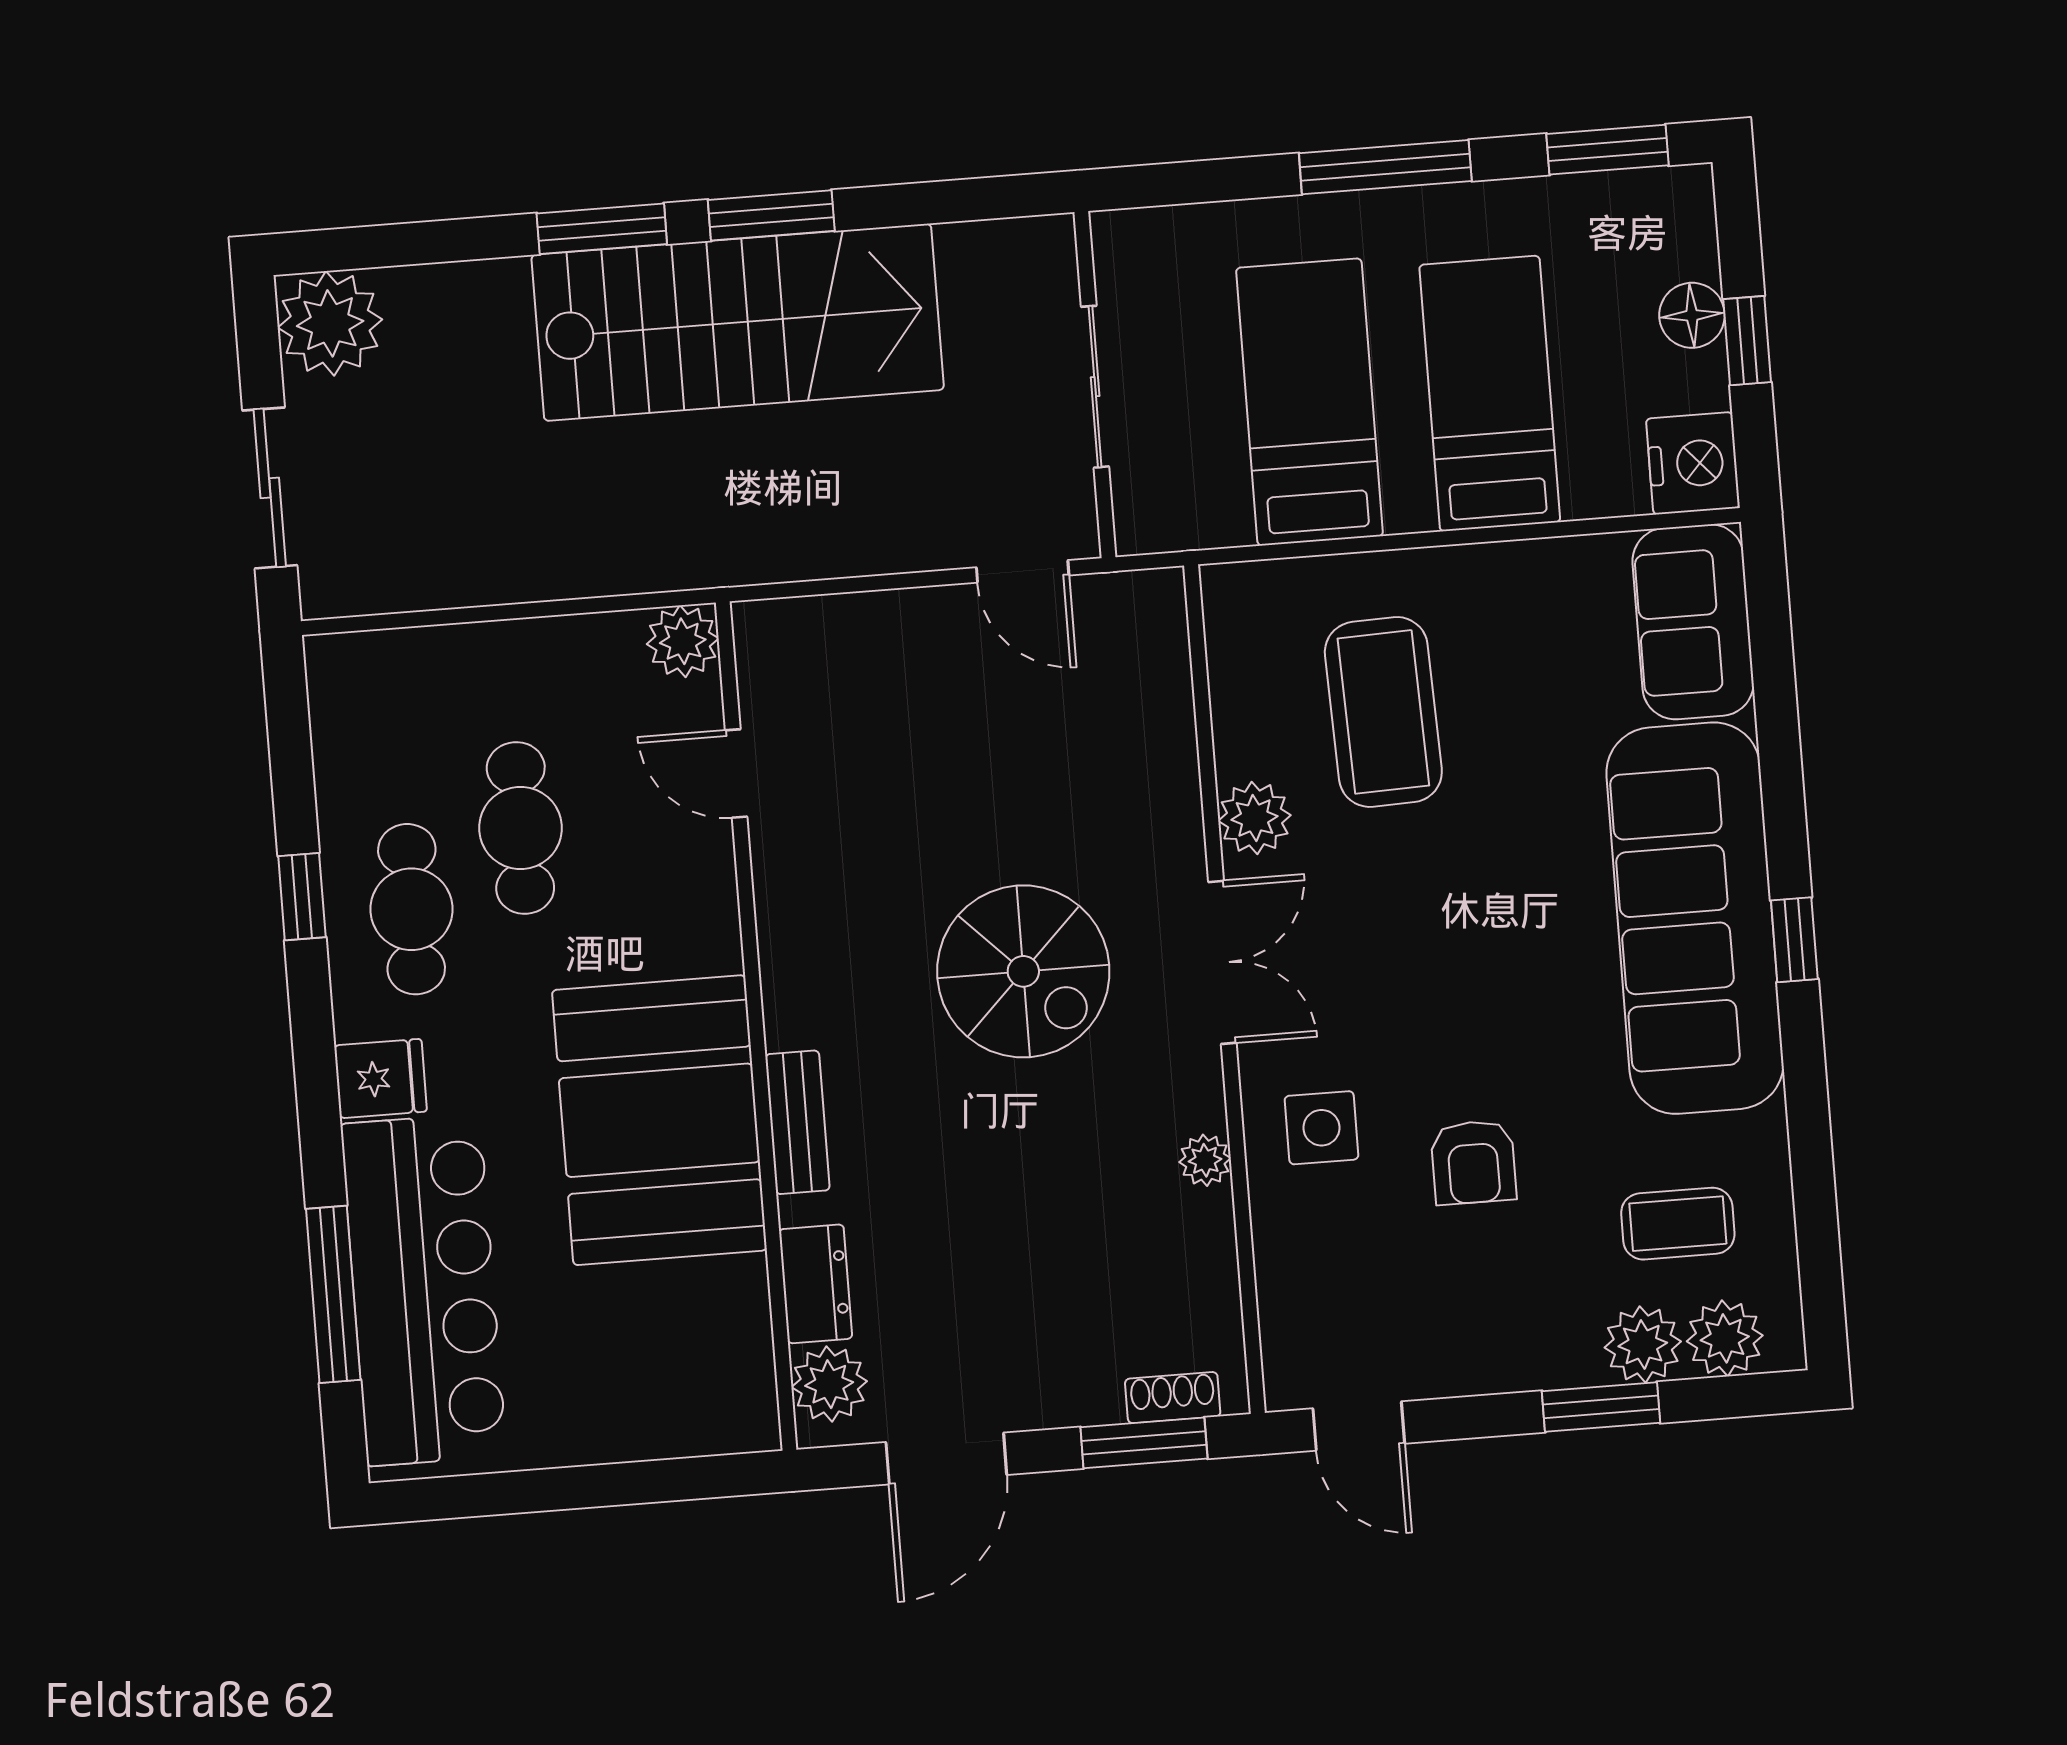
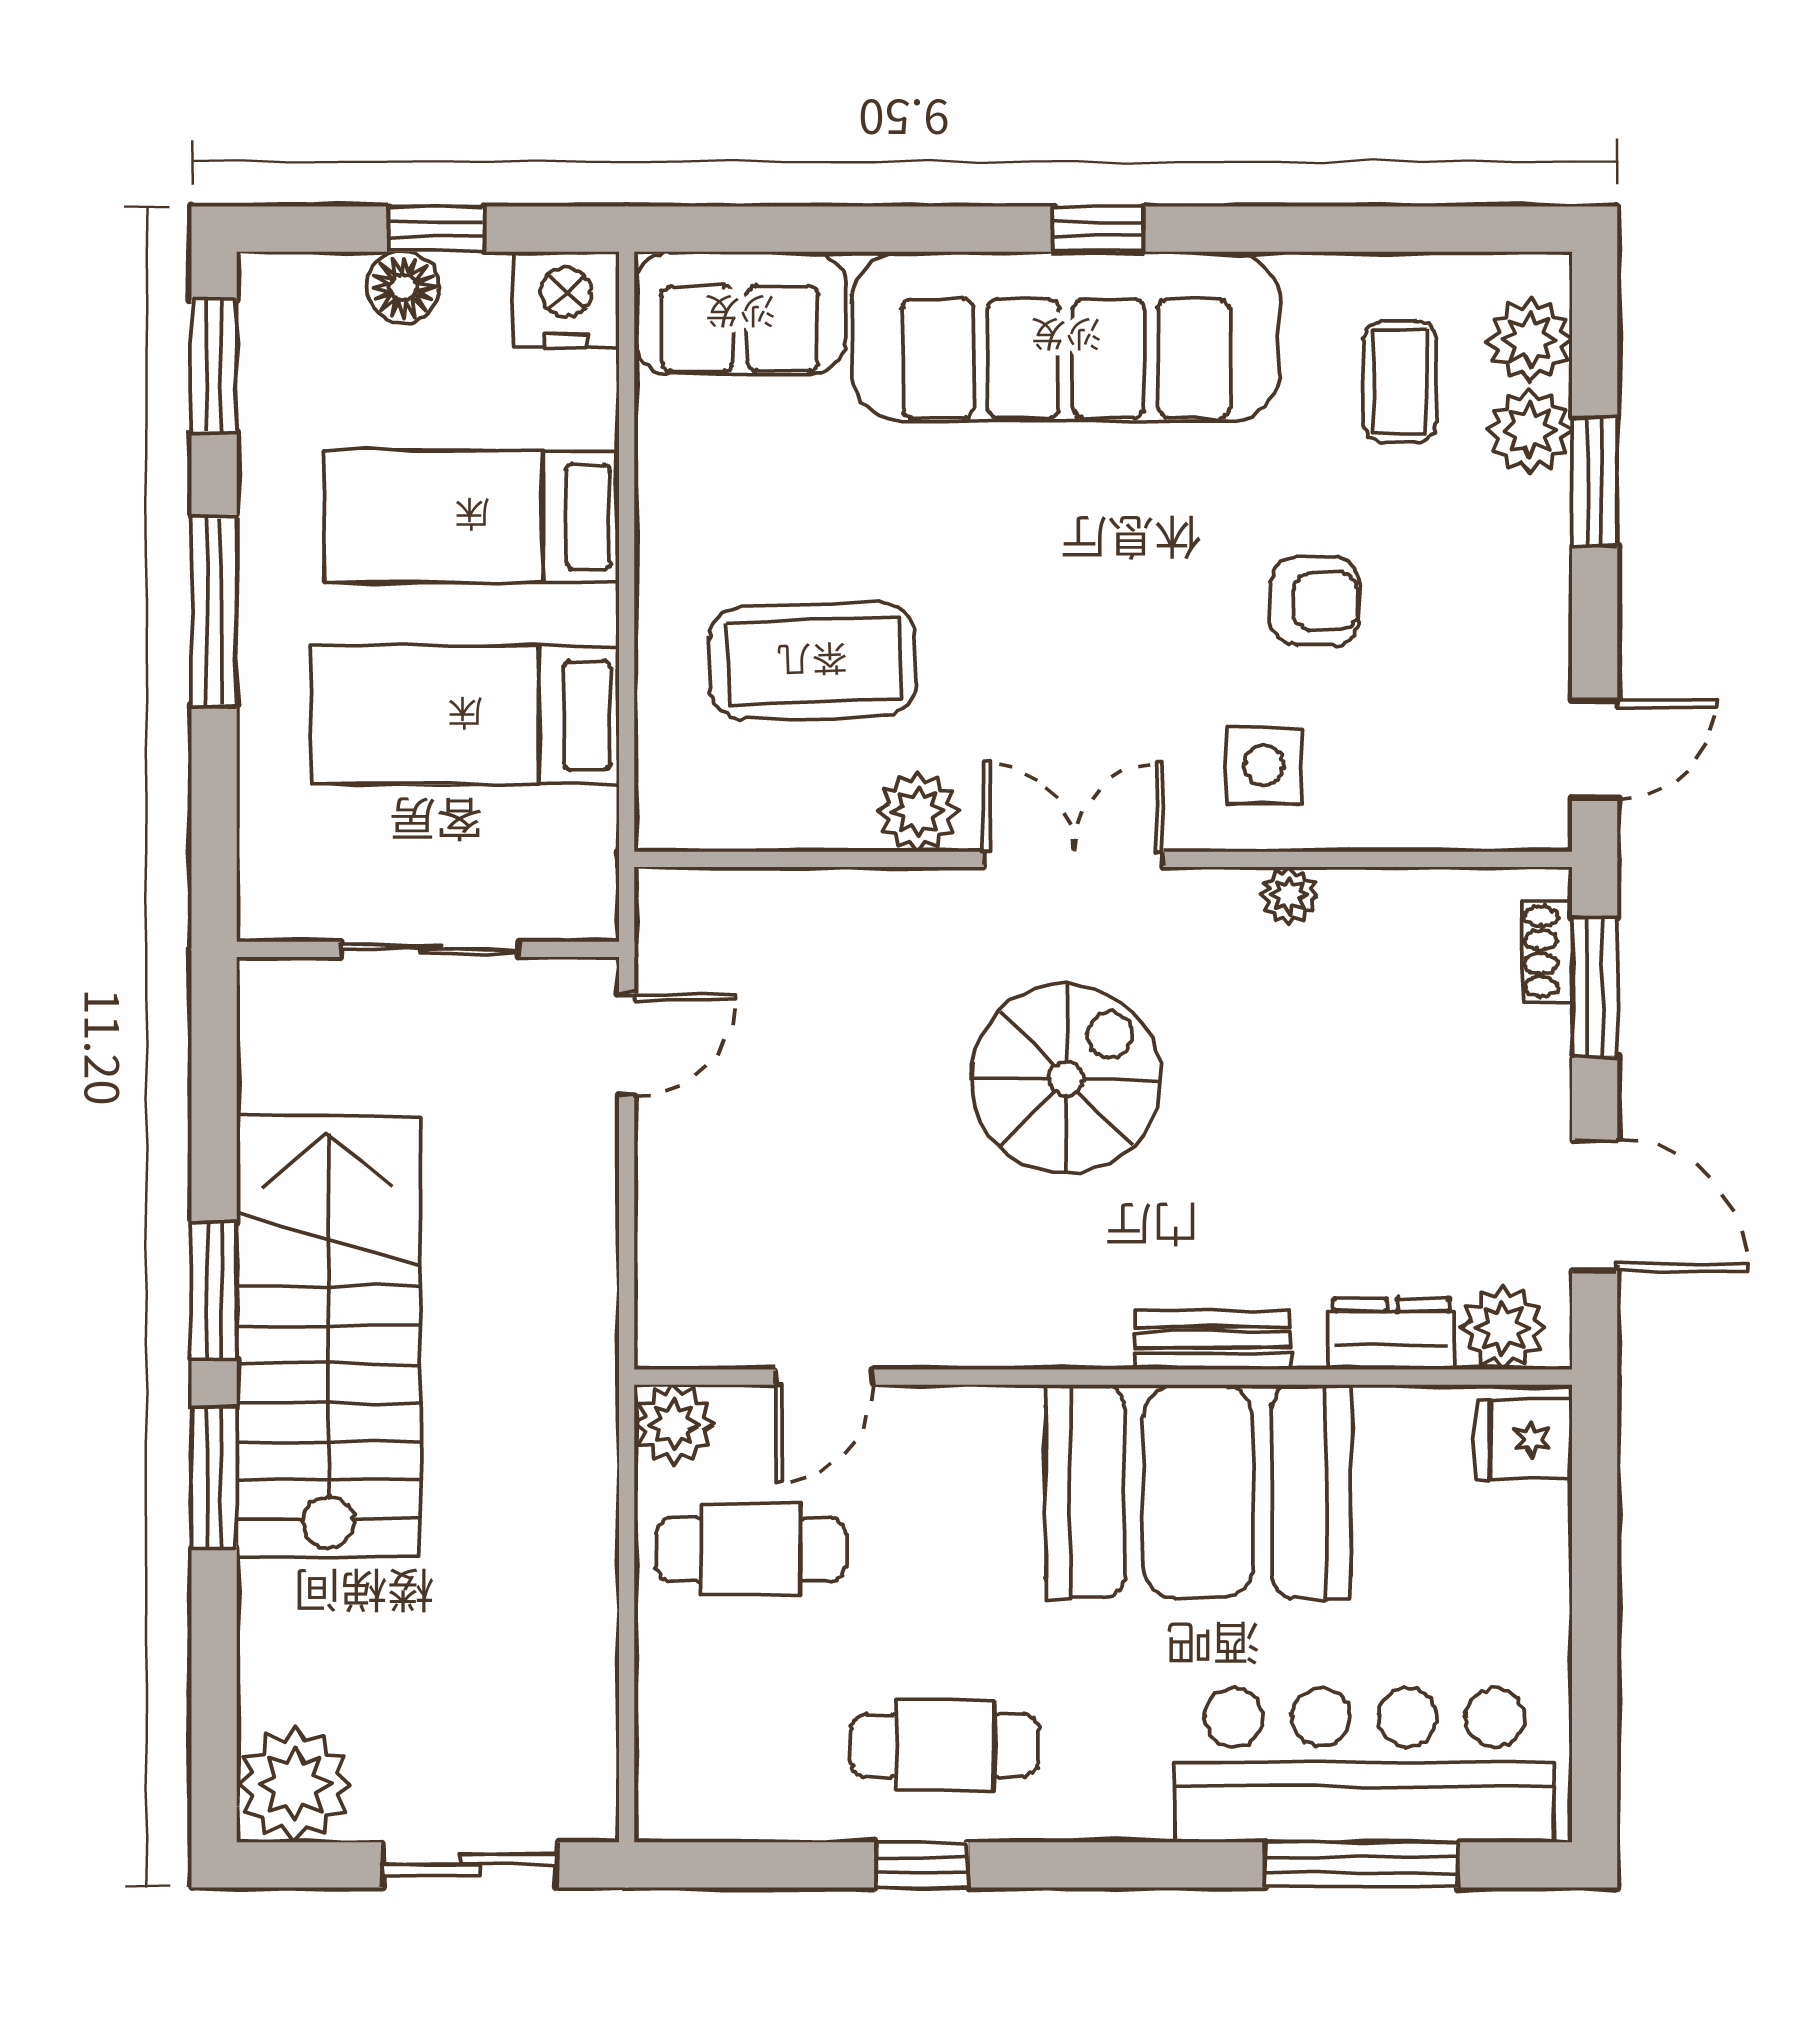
cafe table: (520, 828) -> (751, 1549), moved
fridge: (381, 1078) -> (1524, 1439), moved, turned -90

